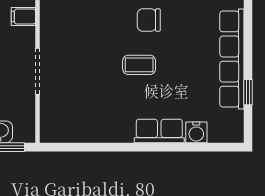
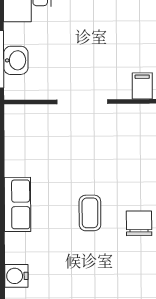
row of seats: (159, 131) -> (18, 204), moved

